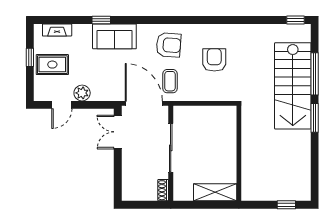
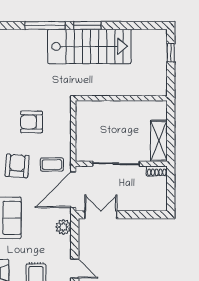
stairs: (293, 86) -> (89, 46), moved
plant: (82, 93) -> (63, 227), moved
double door: (118, 132) -> (101, 215), swing flipped
shelving: (215, 192) -> (159, 141), moved

